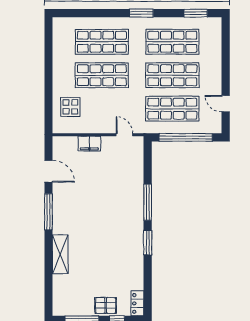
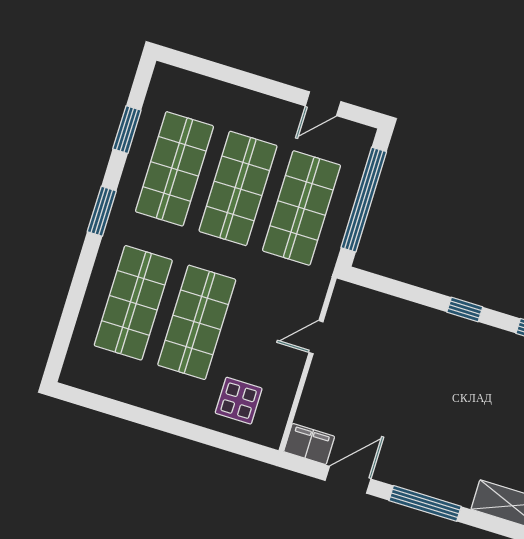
window: (196, 13) -> (127, 130), moved
door: (124, 135) -> (316, 337), moved
filing cabinet: (89, 144) -> (309, 444), moved, turned -90
window: (148, 202) -> (465, 309), width x0.46

